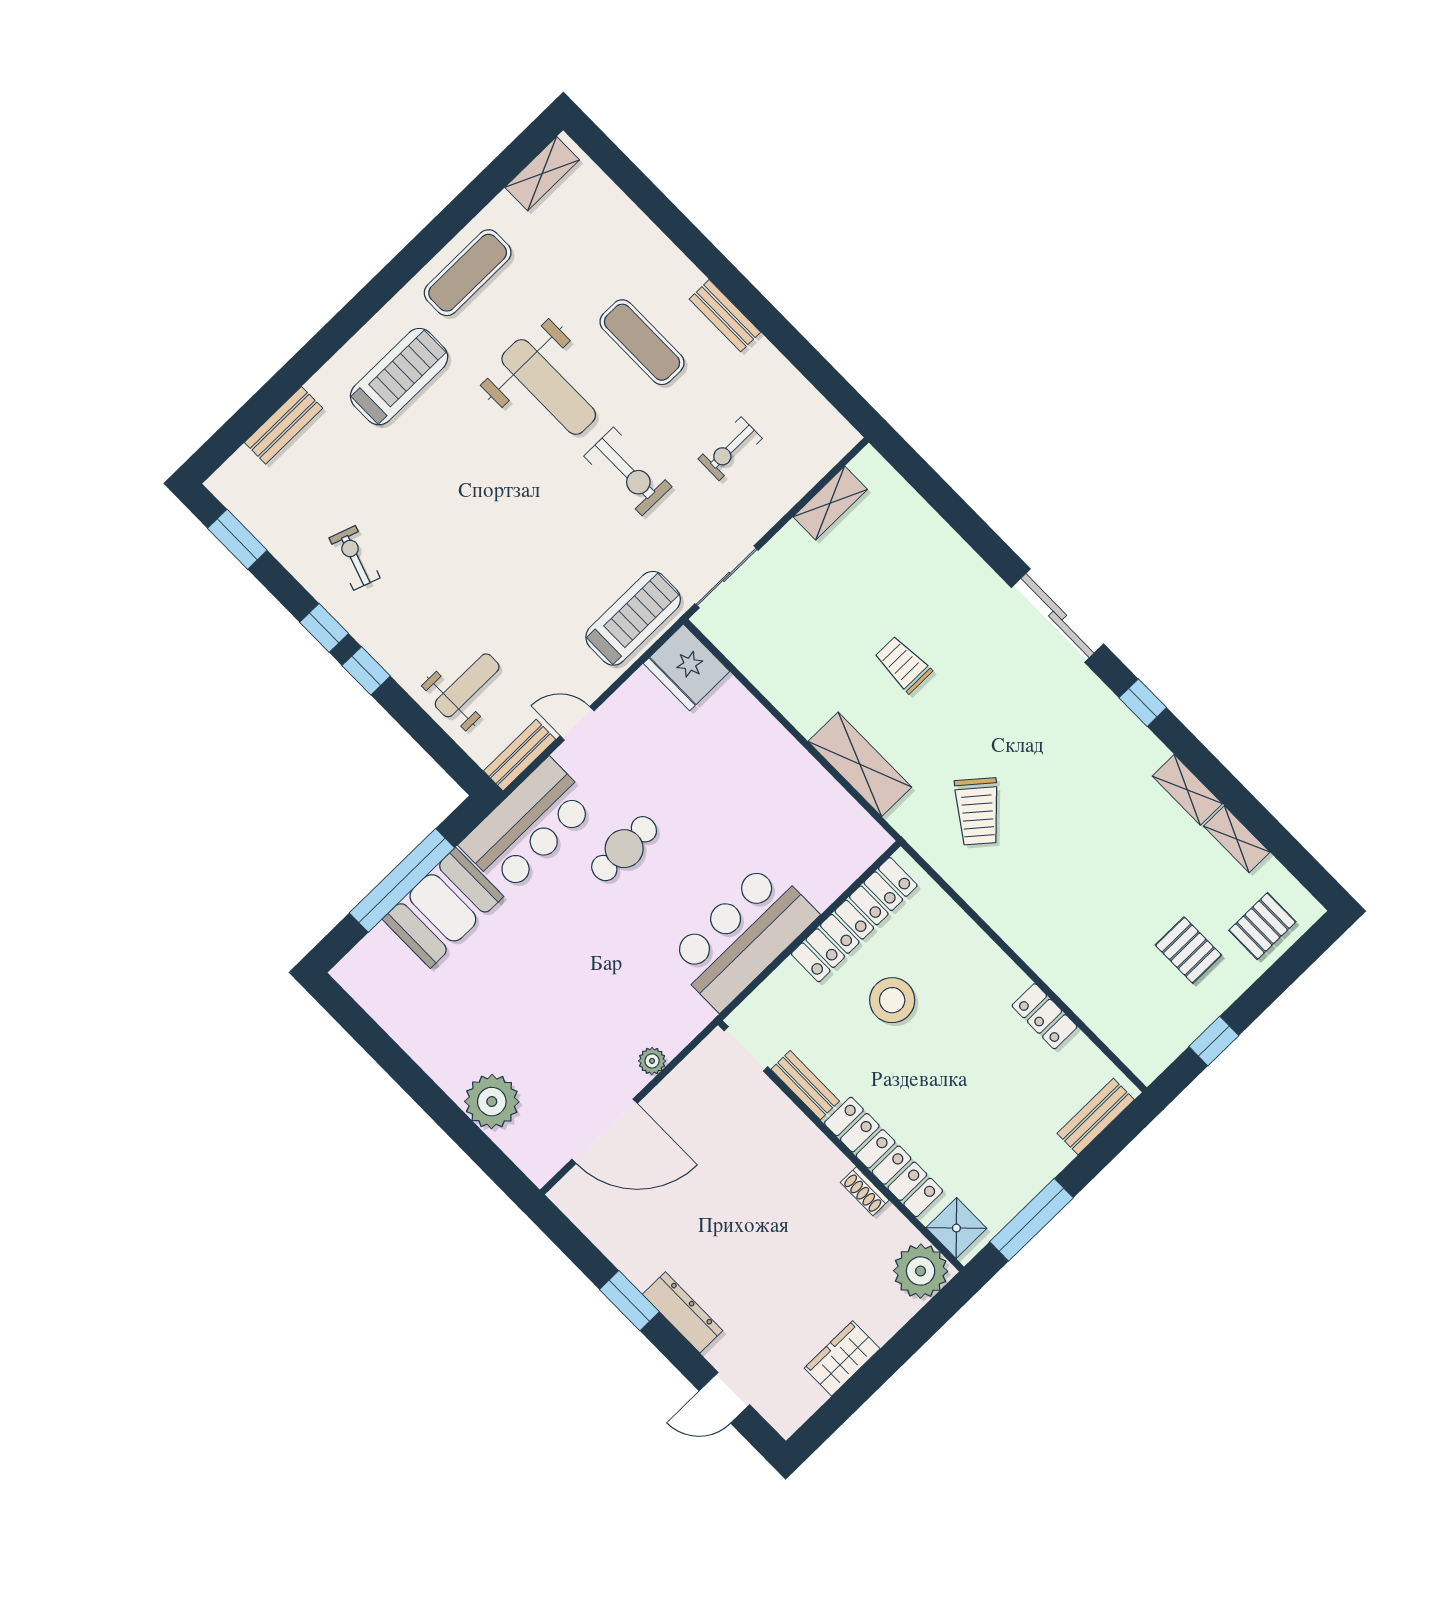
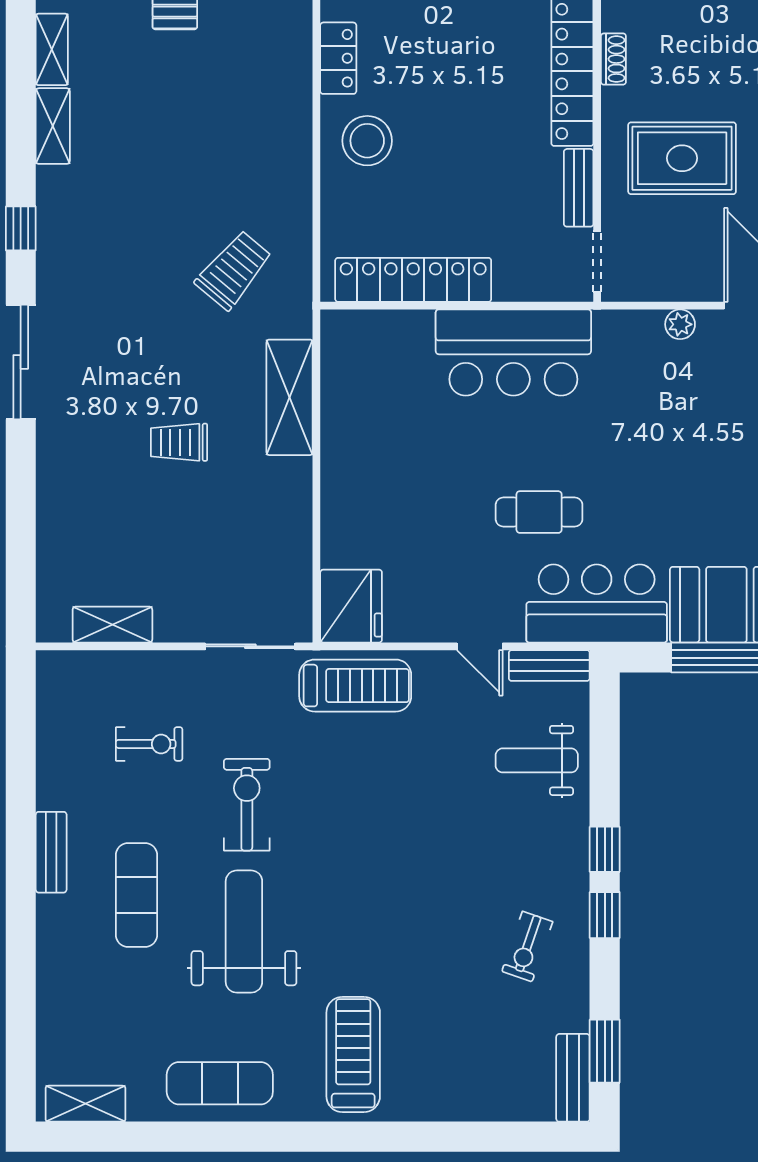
treadmill: (399, 377) -> (353, 1054), turned 90
bench: (284, 425) -> (573, 1078), moved, turned 90
treadmill: (633, 618) -> (355, 686), turned 180
trolley: (903, 664) -> (179, 442), turned 90
stool: (892, 1000) -> (367, 141), moved
rug: (757, 1170) -> (682, 158), added

